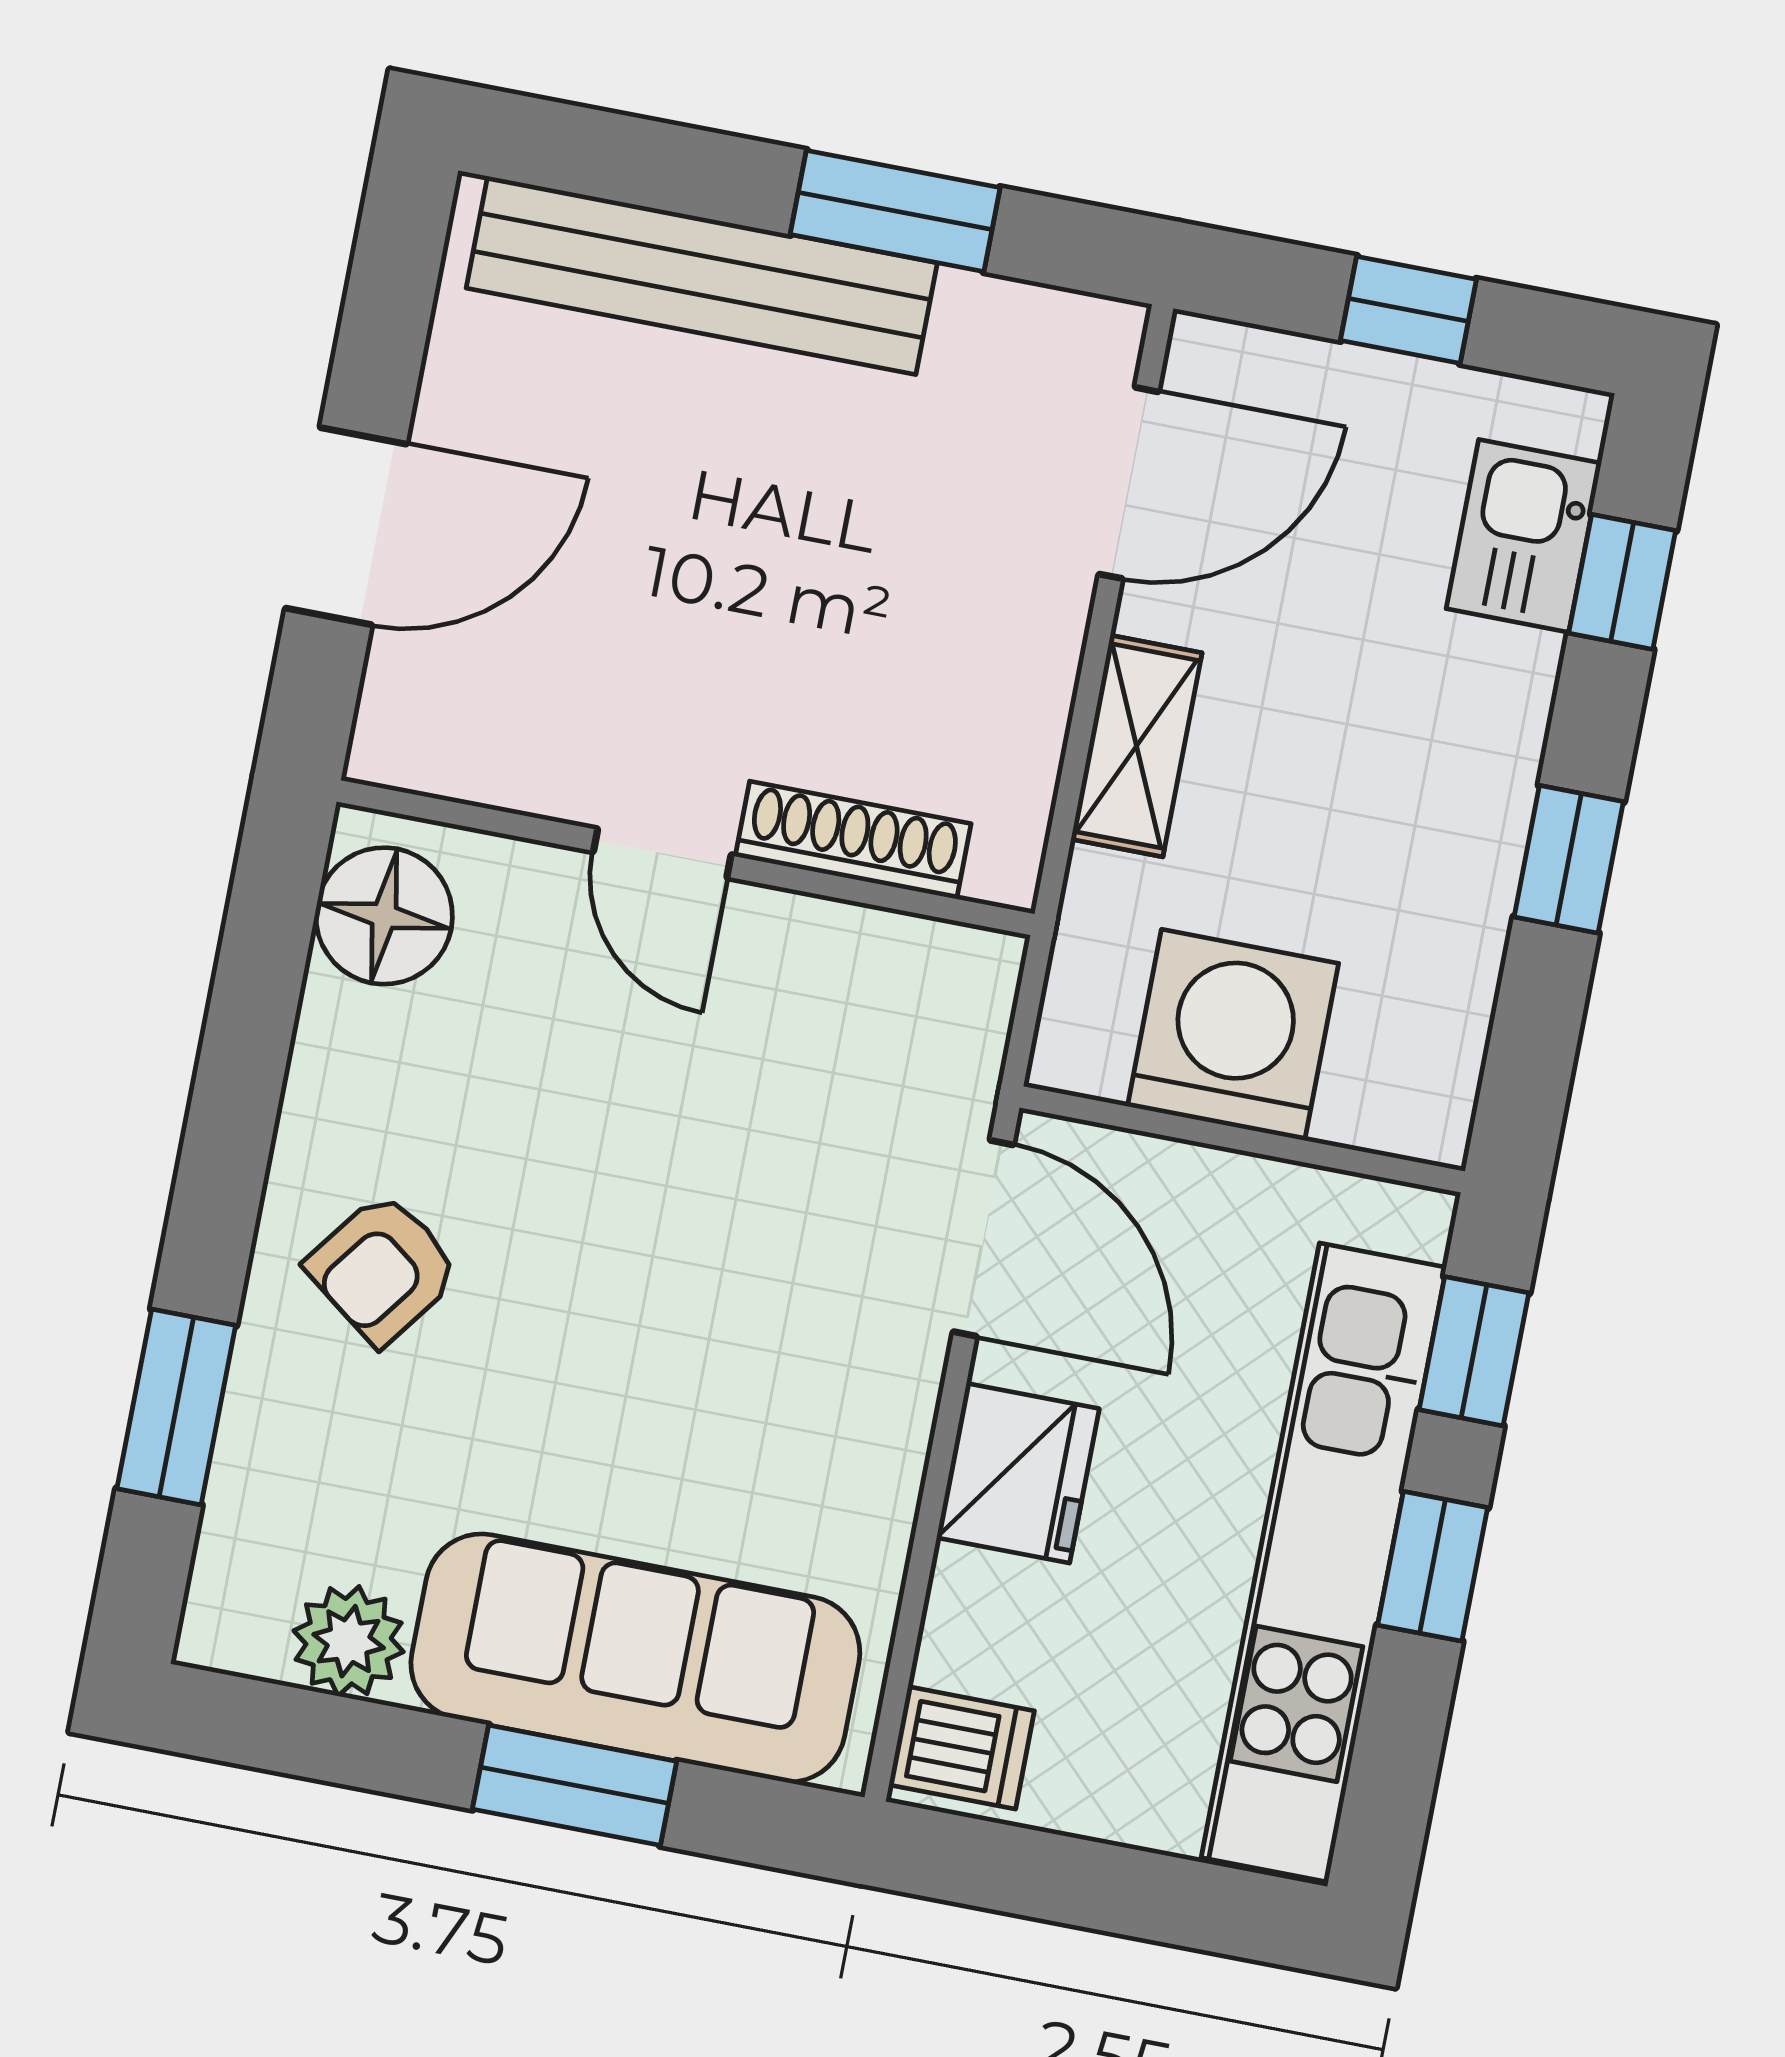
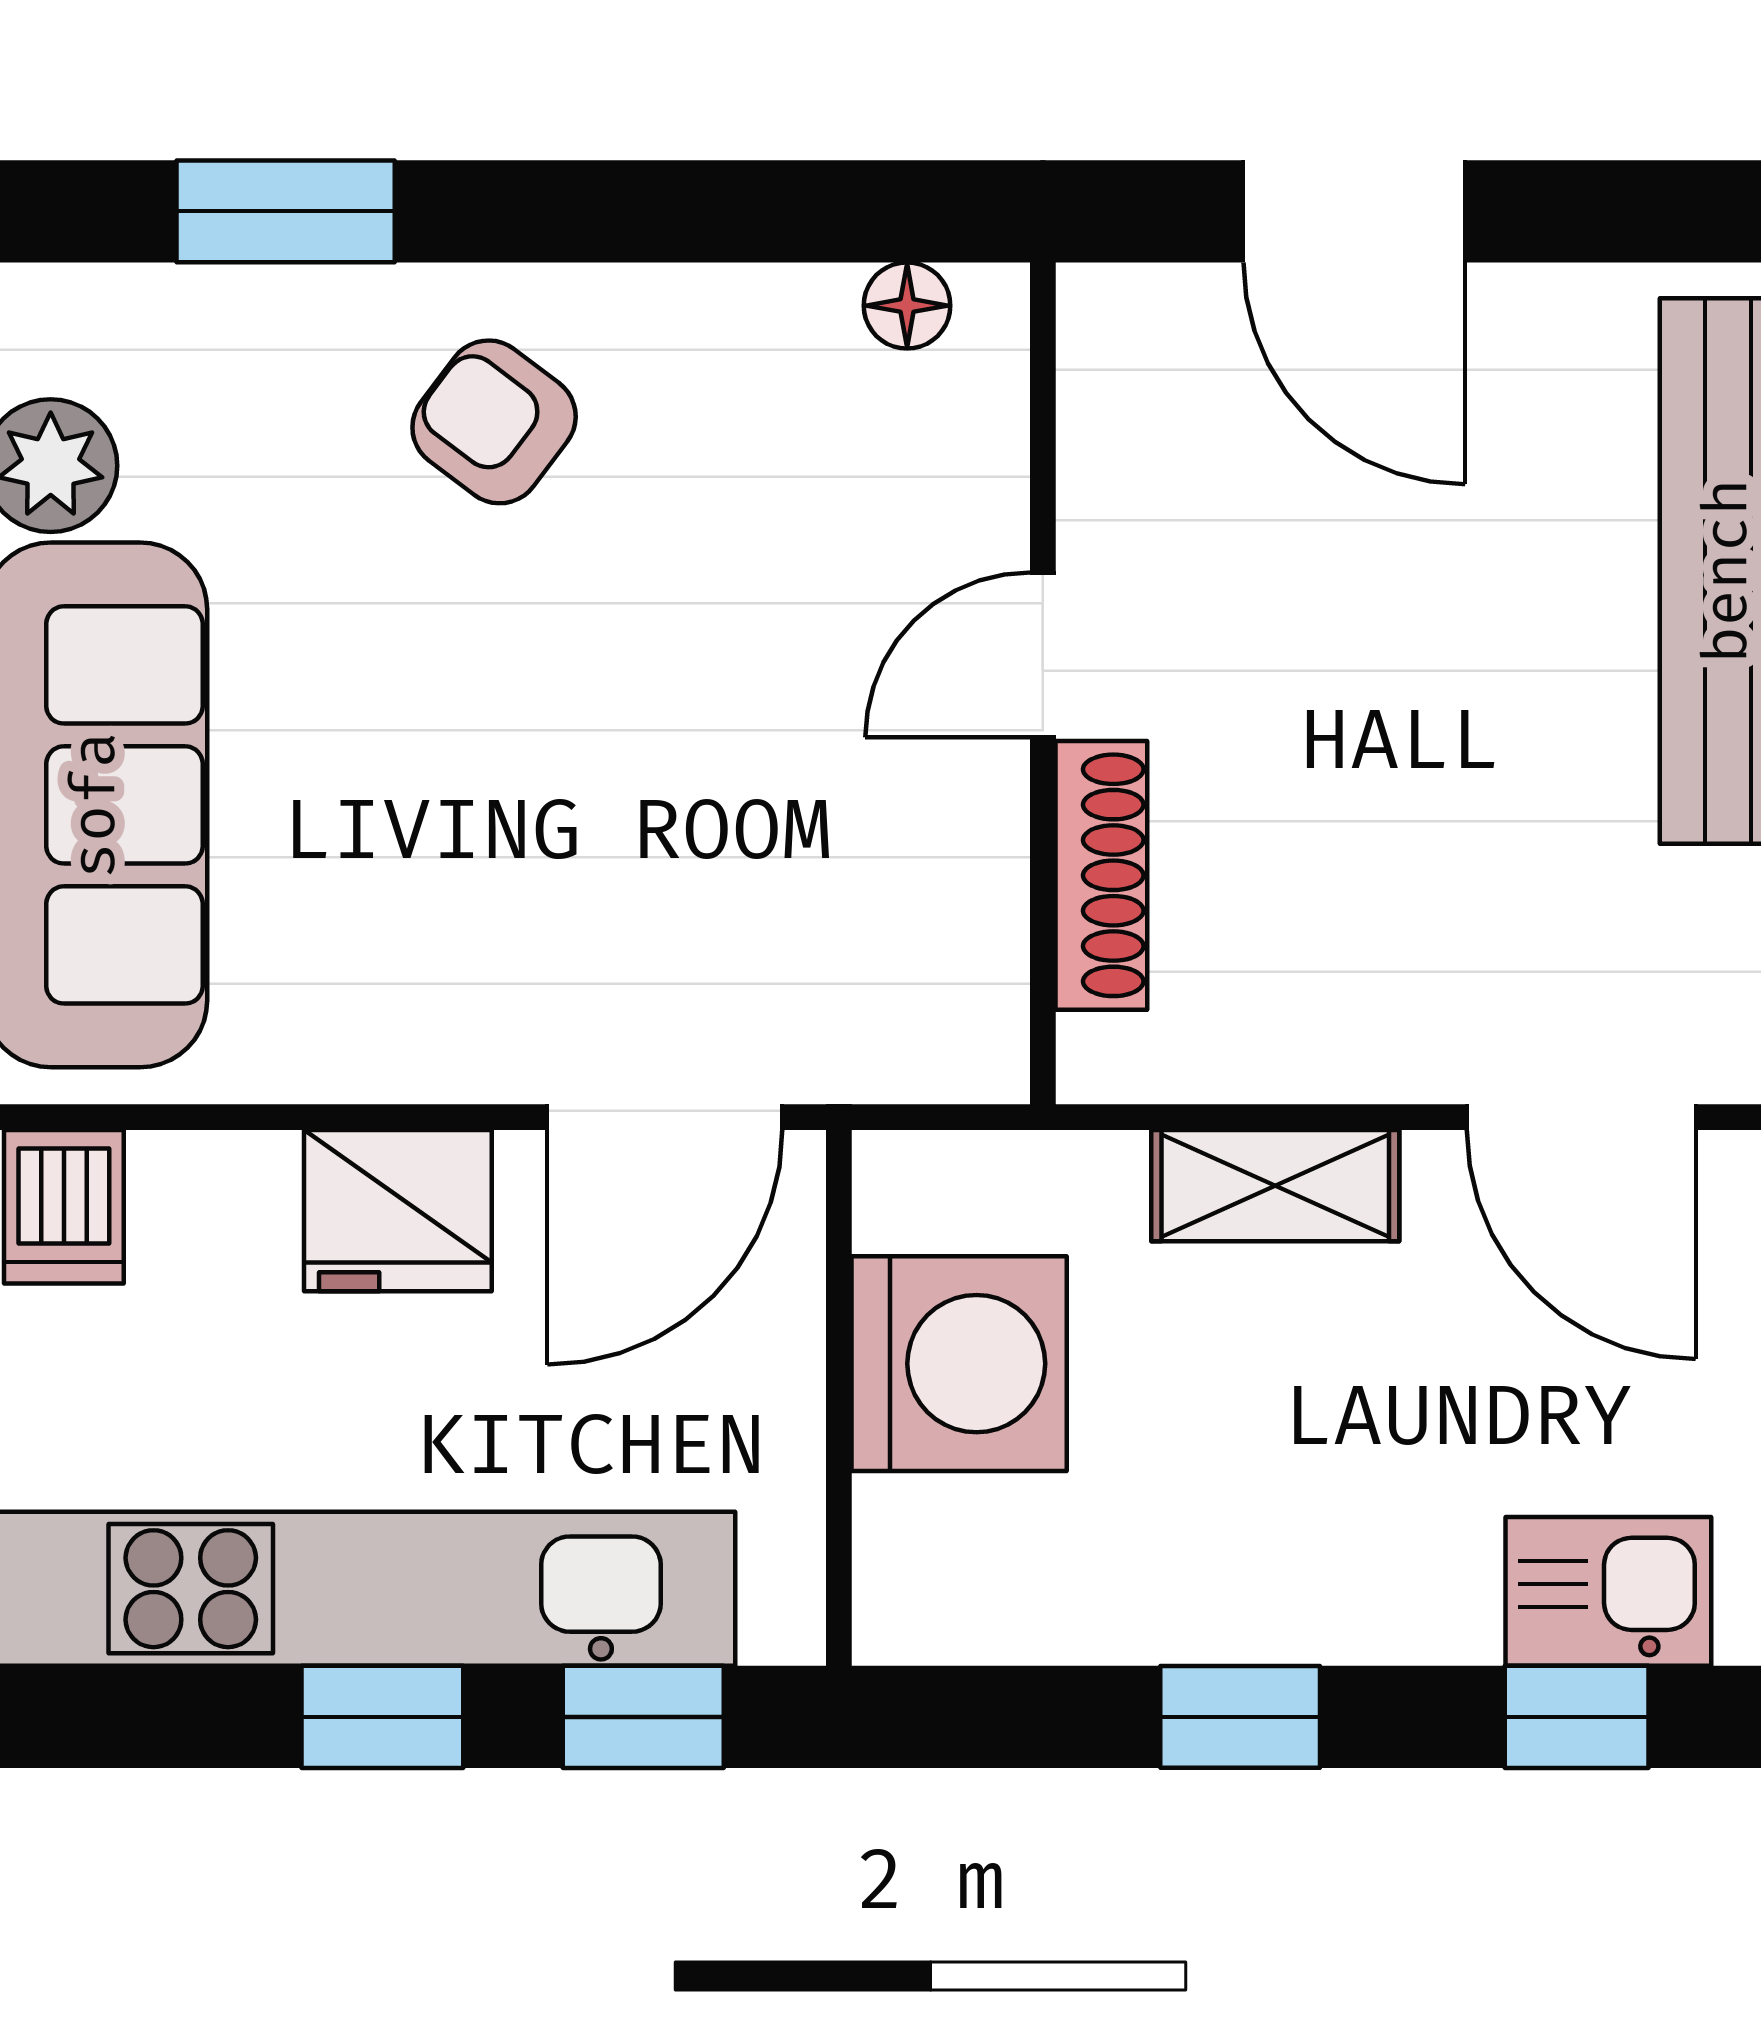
floor lamp: (384, 916) -> (907, 306), width x0.53, depth x0.53

